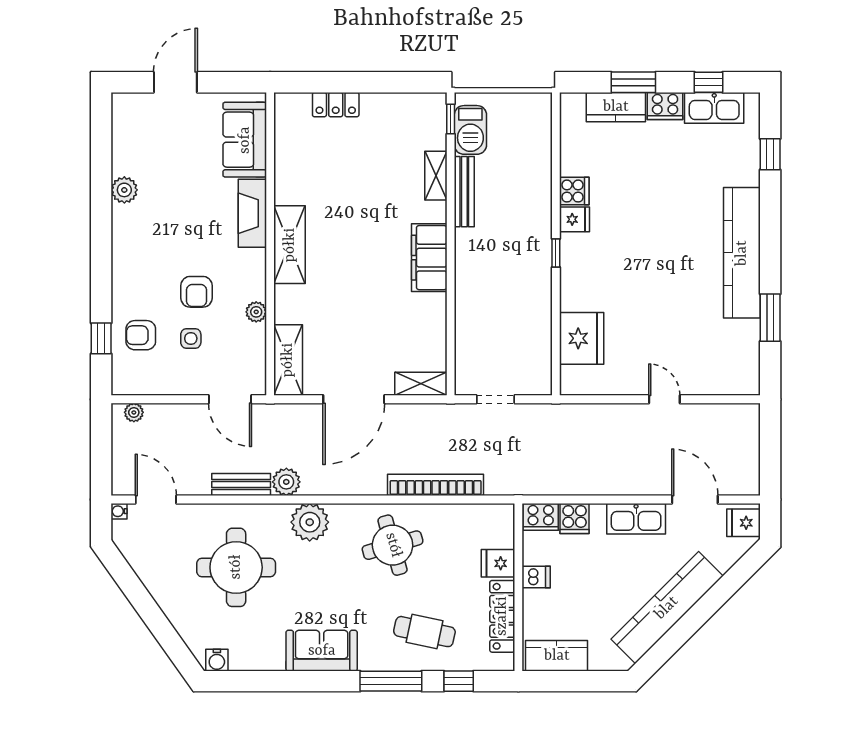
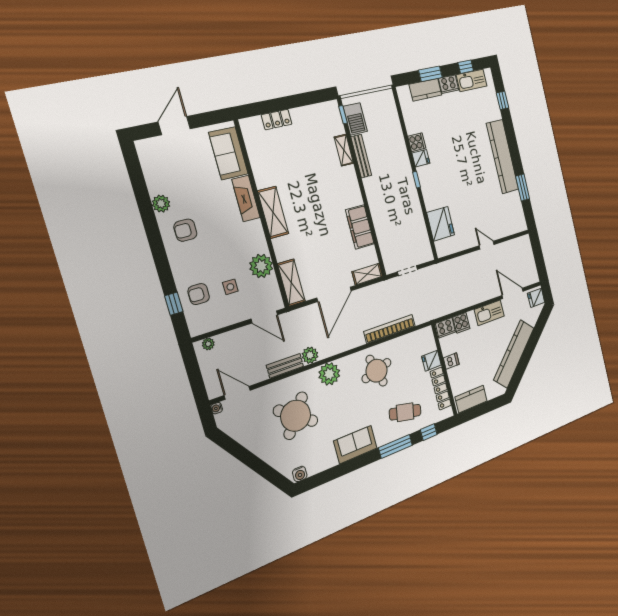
filing cabinet: (429, 258) -> (360, 227), moved
armchair: (196, 292) -> (185, 230), moved, turned 90
plant: (256, 312) -> (261, 266), width x1.87, depth x1.87
round table: (236, 567) -> (296, 416), turned 36

